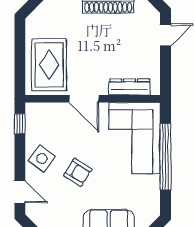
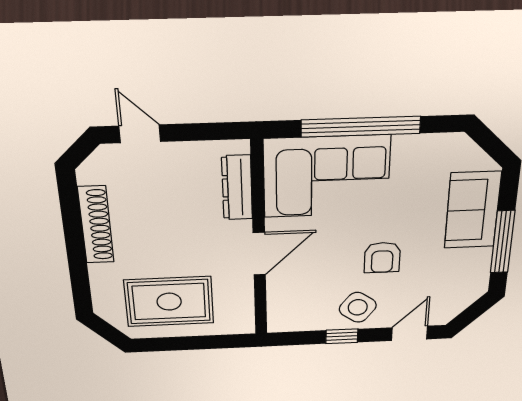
rug: (49, 65) -> (169, 302), moved
window: (20, 124) -> (342, 336), moved
armchair: (78, 172) -> (382, 258), turned 148

